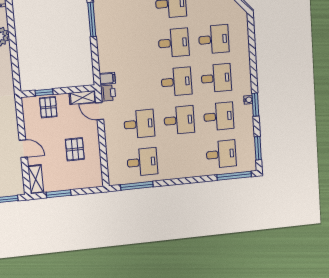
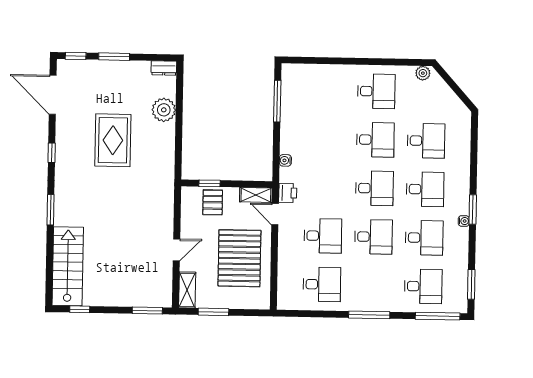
water cooler: (103, 67) -> (285, 160), added
filing cabinet: (107, 78) -> (289, 175), removed
window: (255, 105) -> (473, 210), moved
door: (23, 149) -> (176, 250), hinge flipped
pallet: (75, 149) -> (239, 258), width x2.05, depth x2.00
window: (137, 186) -> (369, 315), moved

